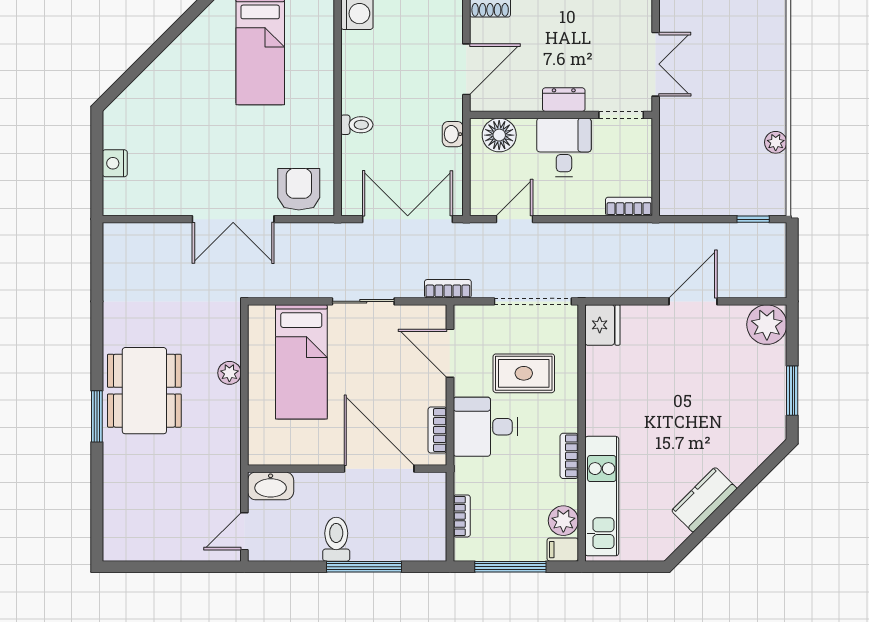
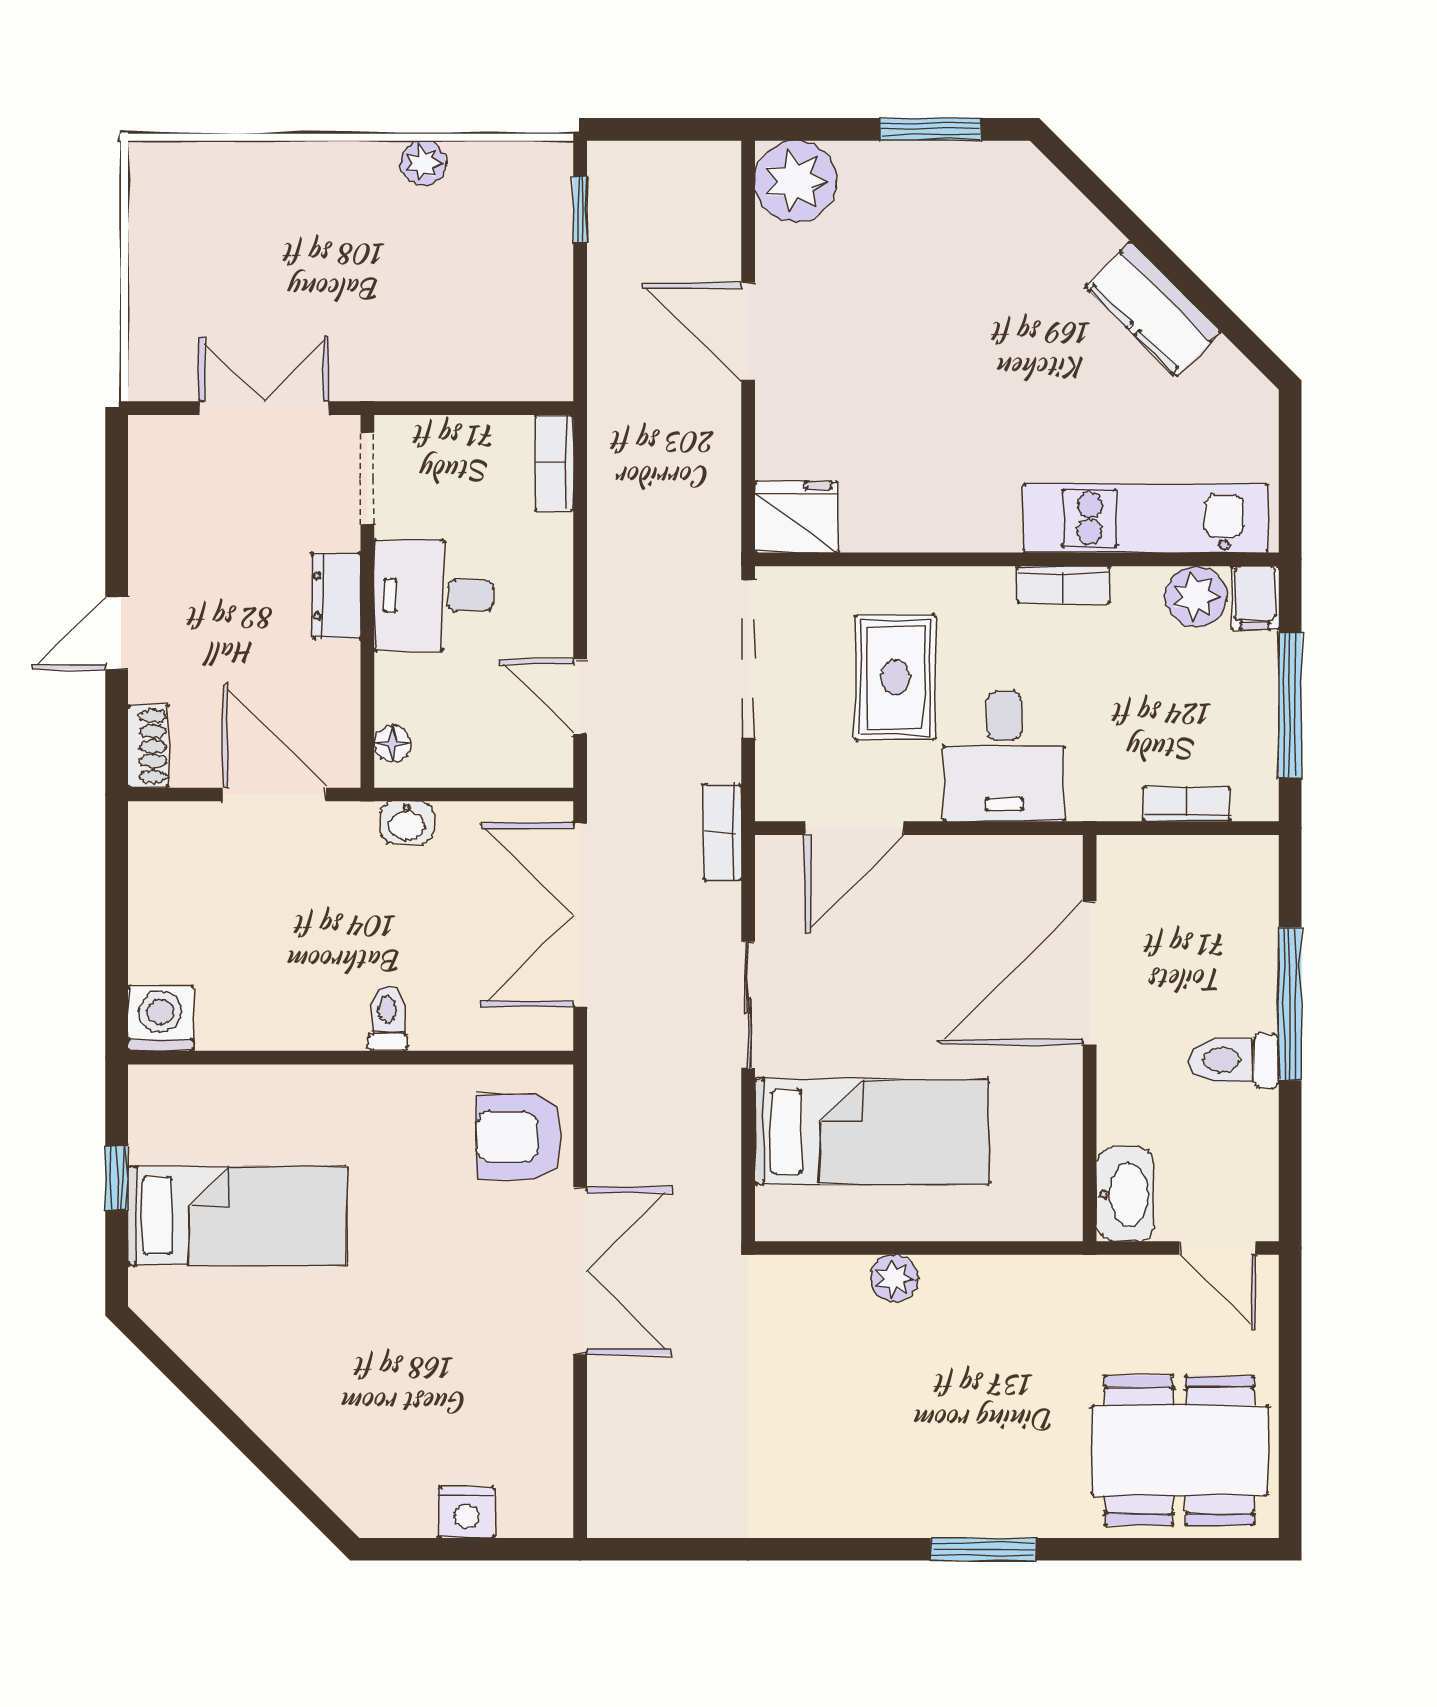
floor lamp: (499, 135) -> (392, 744), width x0.53, depth x0.53
dining table: (144, 391) -> (1179, 1450), moved
bookcase: (437, 430) -> (1011, 854), removed

